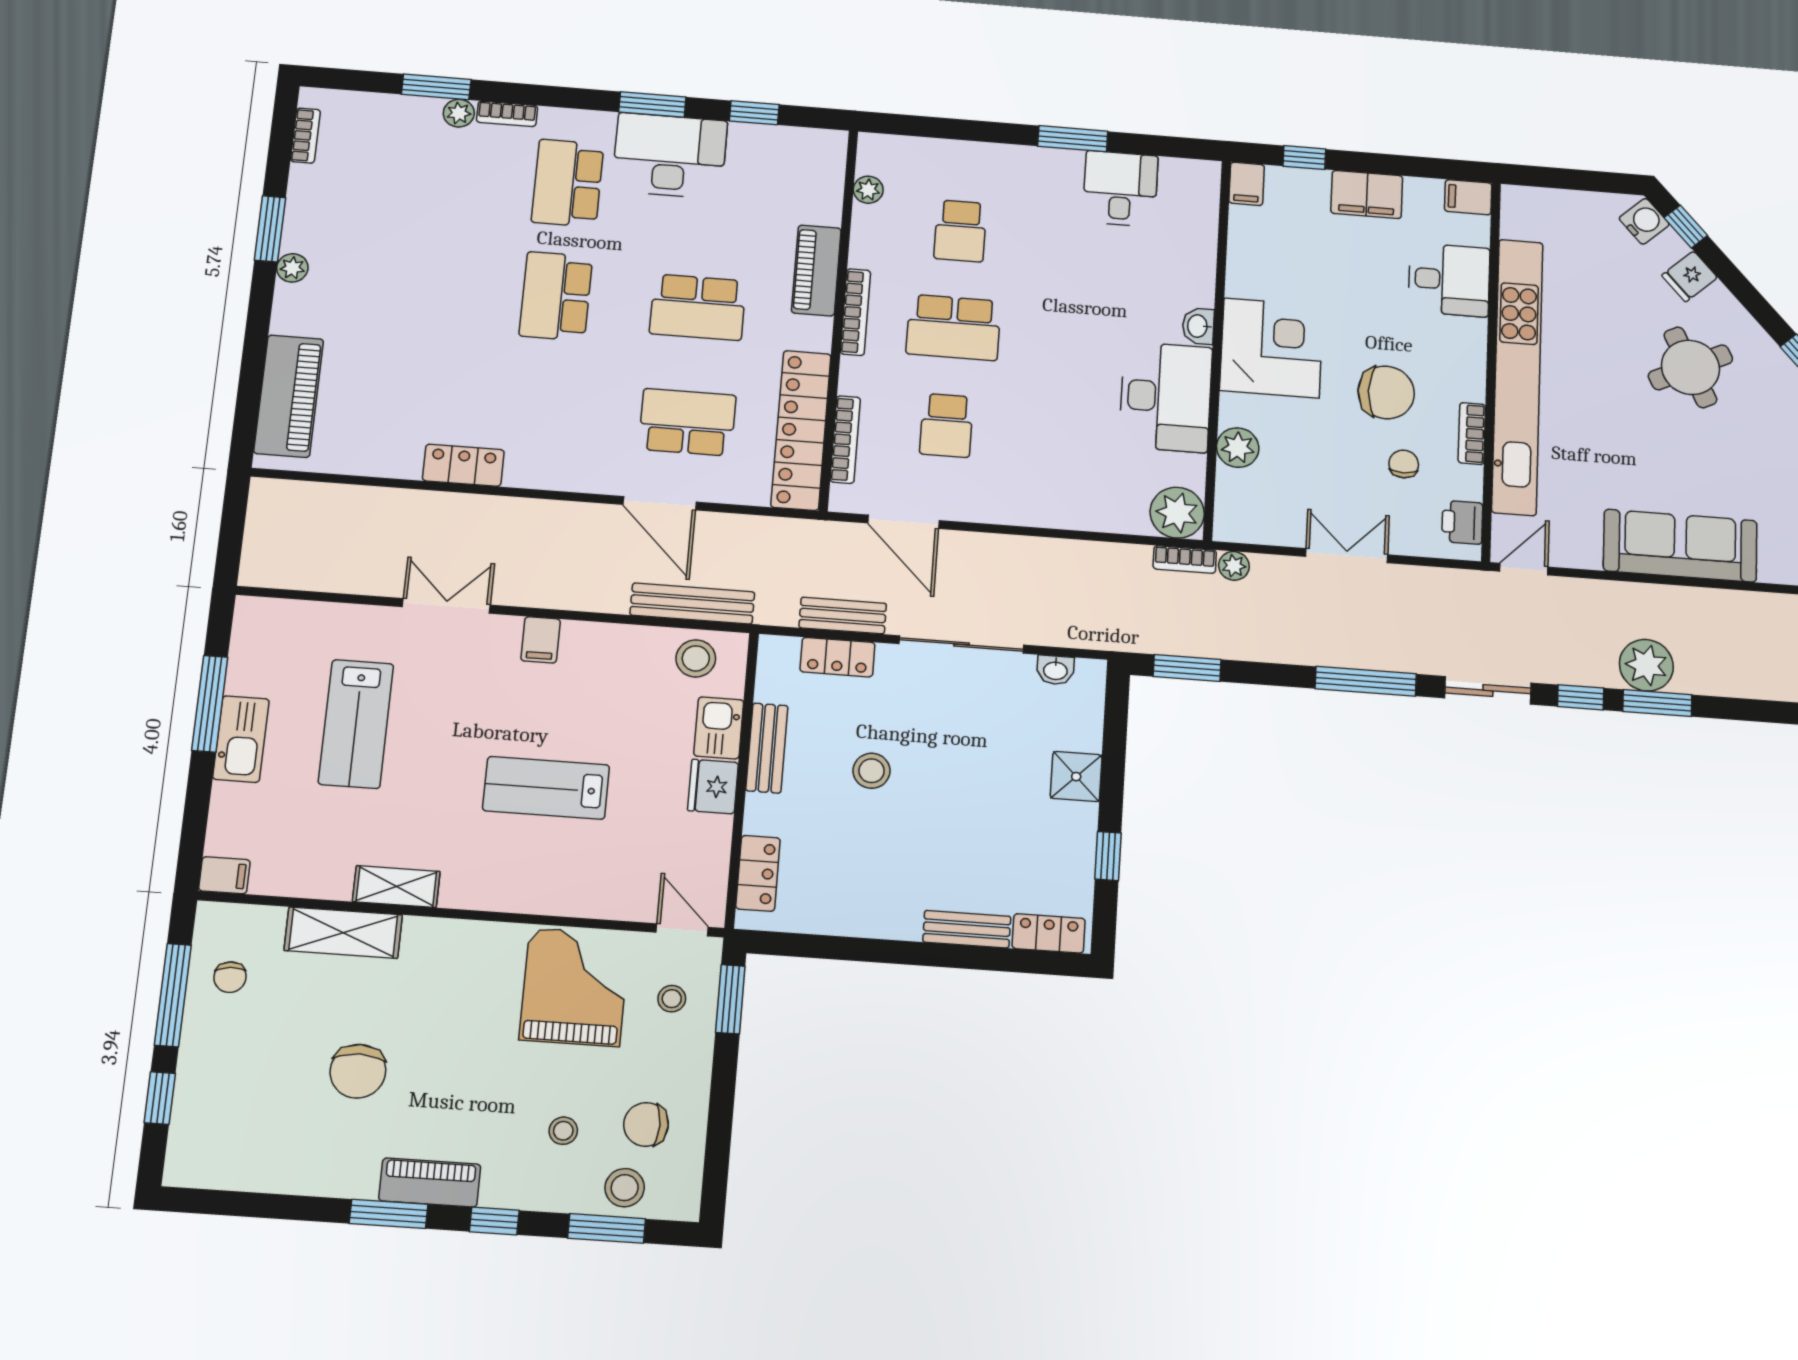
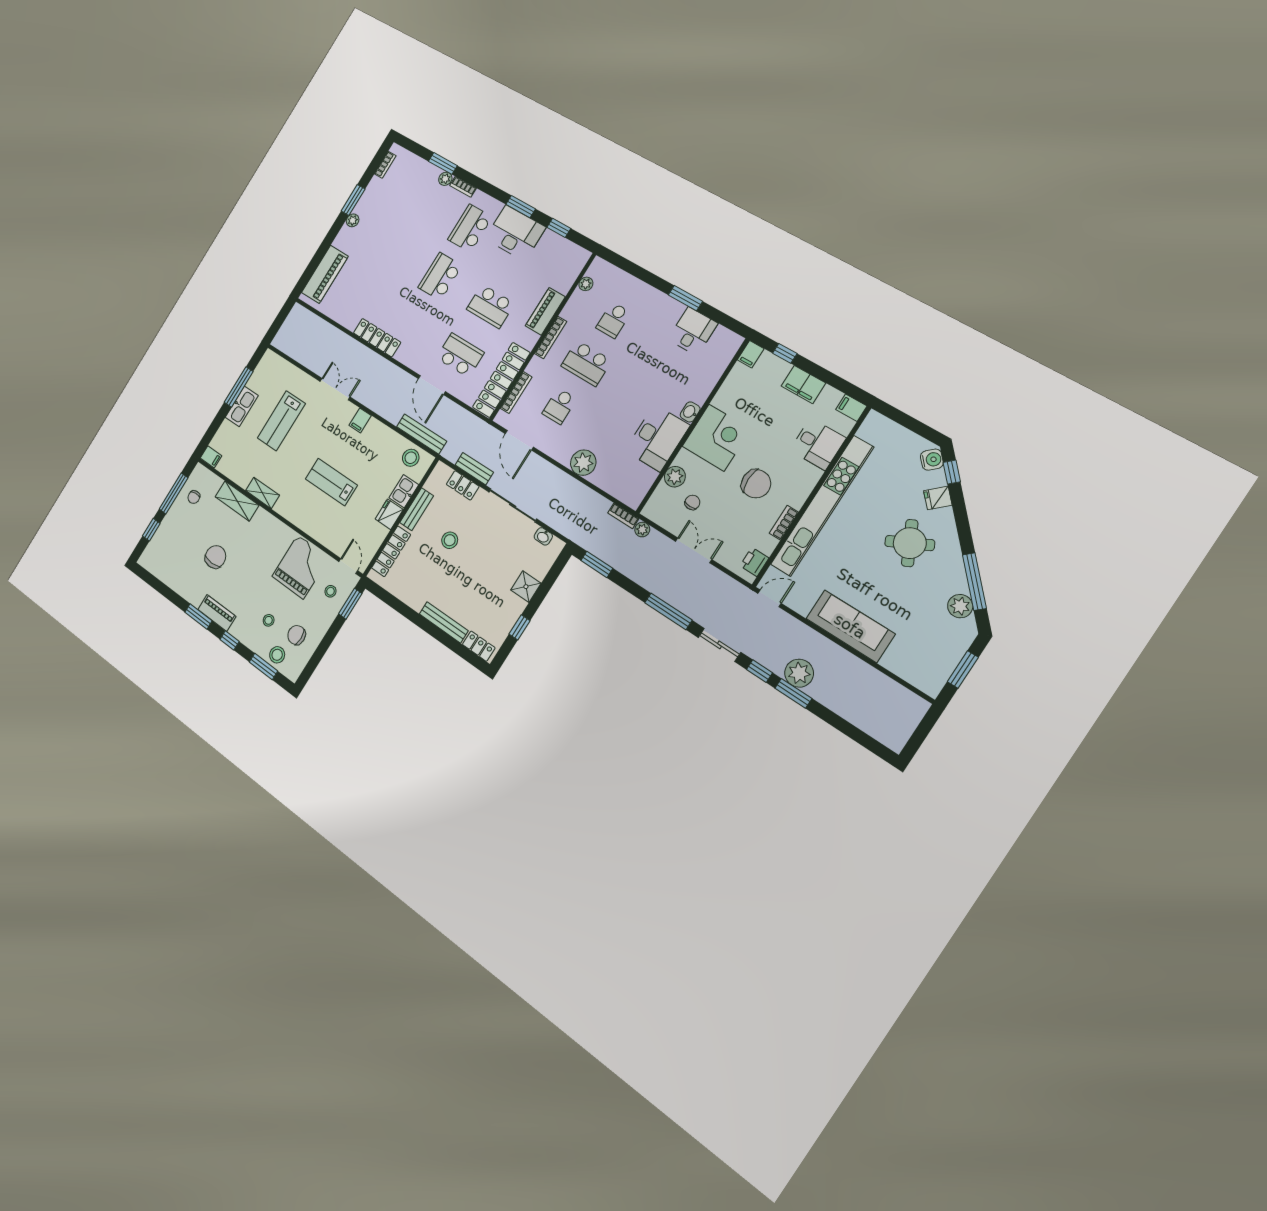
chair: (1404, 464) -> (692, 502), moved
locker: (463, 465) -> (377, 338), width x1.53
plant: (1177, 513) -> (583, 463), moved
locker: (758, 873) -> (391, 551), width x1.53
bench: (967, 929) -> (444, 622), width x1.36
chair: (358, 1071) -> (215, 557), turned 180

